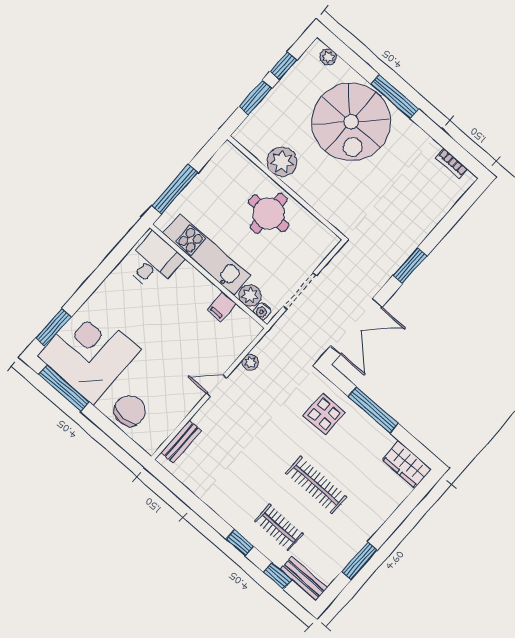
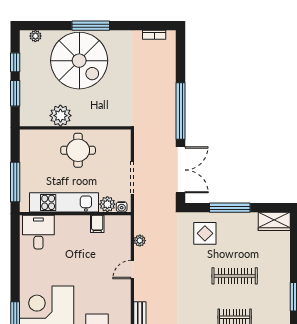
window: (410, 266) -> (181, 111), width x2.11

